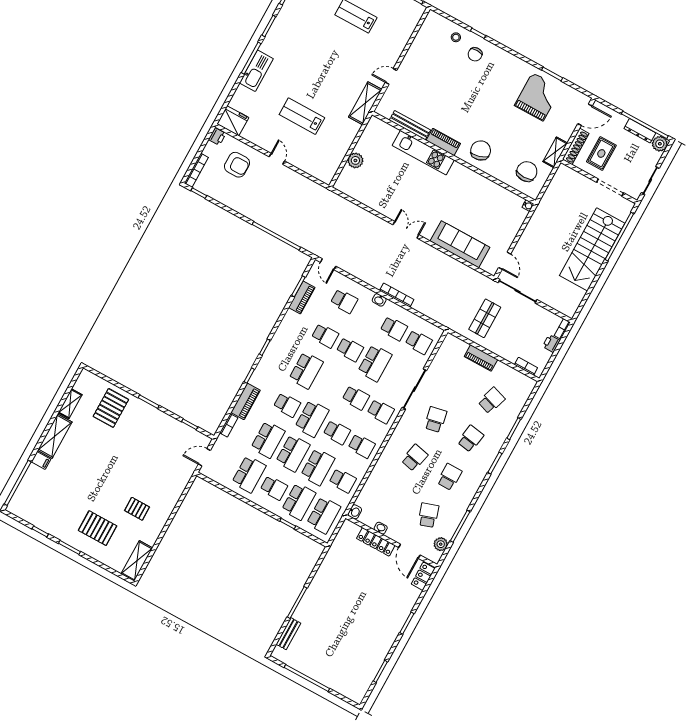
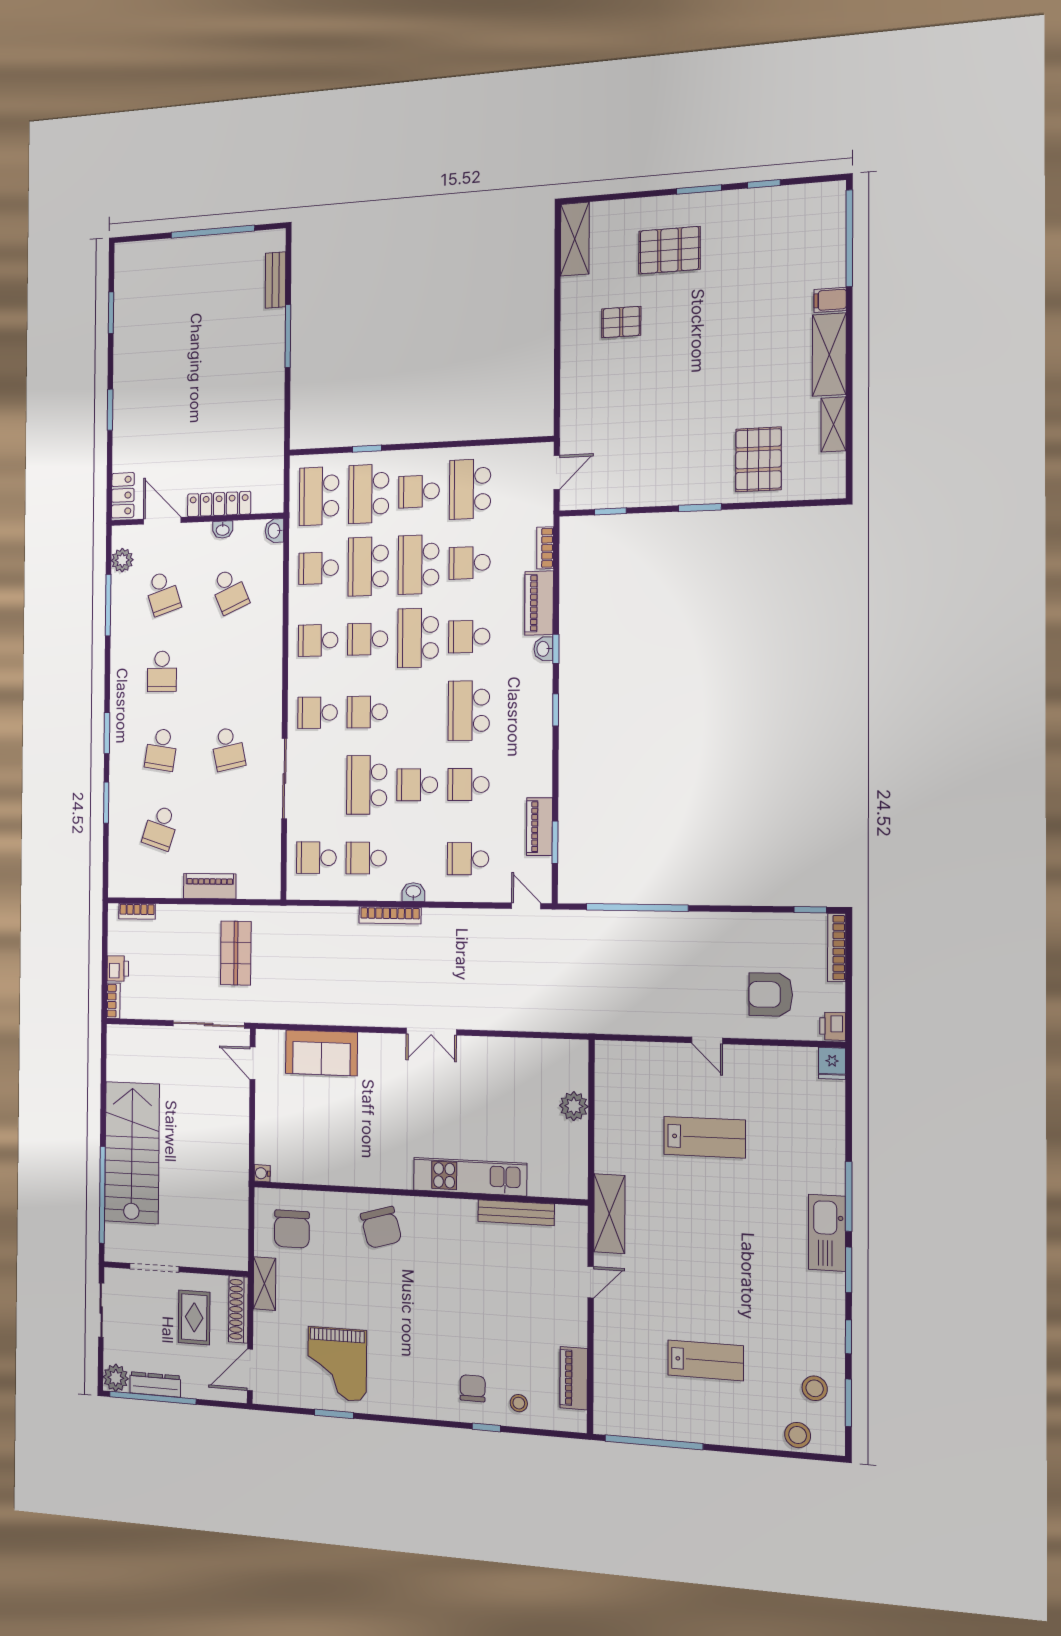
kitchen sink: (256, 71) -> (827, 1233), moved
fridge: (233, 121) -> (832, 1063), width x0.53, depth x0.75
piano: (443, 142) -> (574, 1378), moved, turned 90
sofa: (460, 244) -> (321, 1053), width x0.73
washbasin: (255, 379) -> (544, 649), added
school desk: (268, 440) -> (470, 563), width x0.54
school desk: (414, 458) -> (229, 591), moved, turned -36

